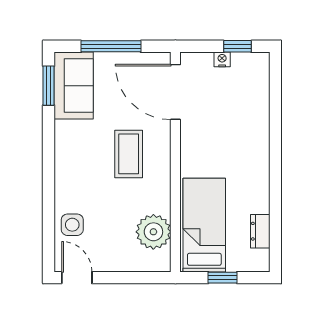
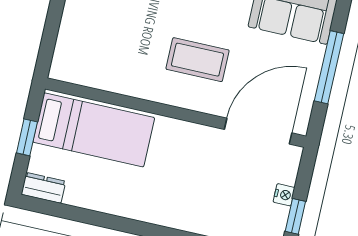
dresser: (260, 231) -> (43, 188), moved
plant: (153, 232) -> (99, 68), removed

